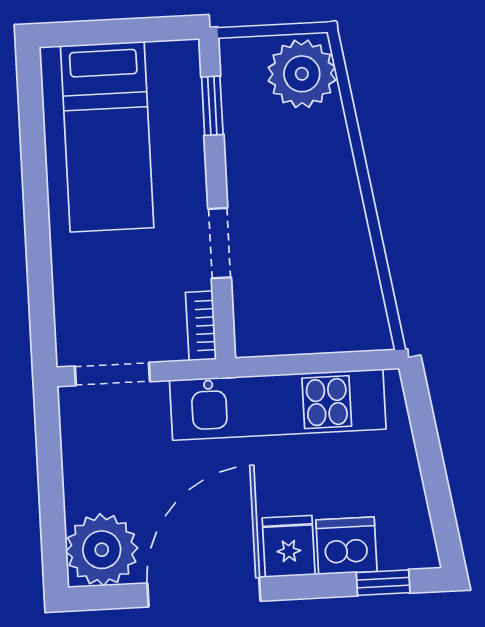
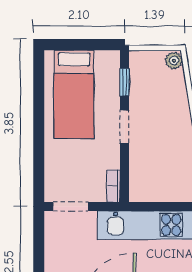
plant: (302, 74) -> (174, 61), width x0.53, depth x0.53
doorway: (220, 243) -> (124, 127), moved

